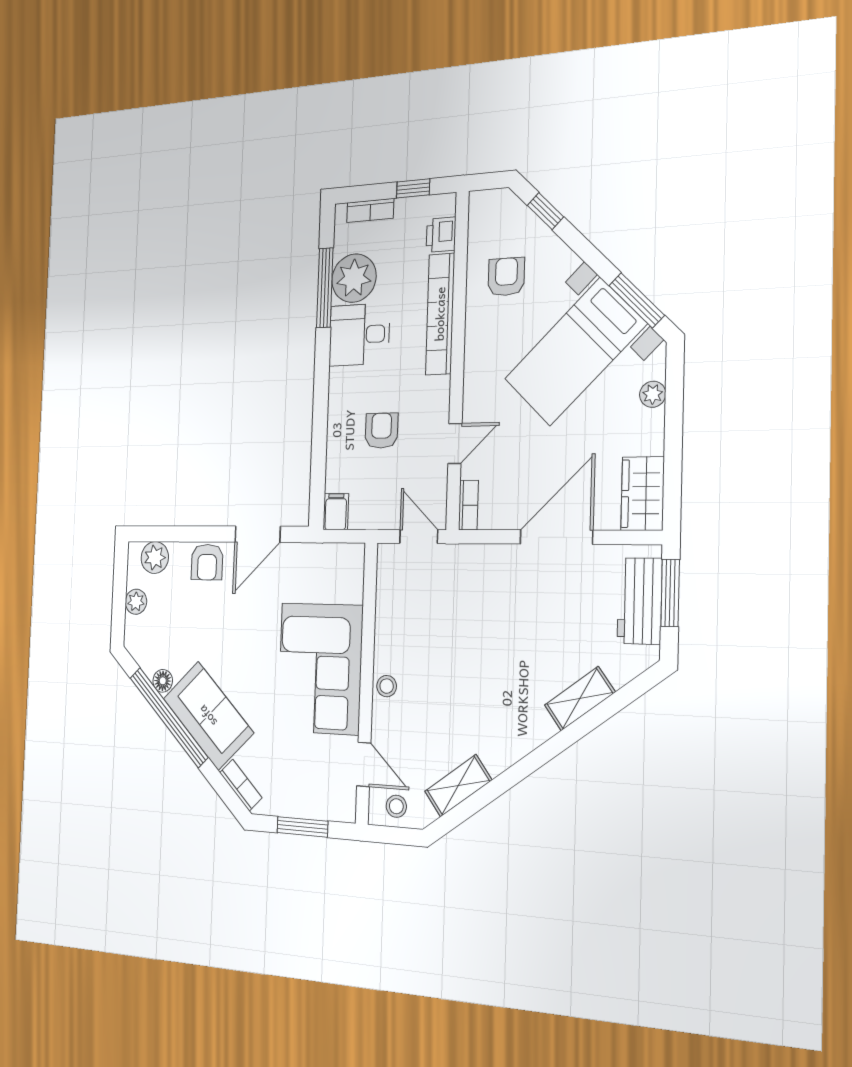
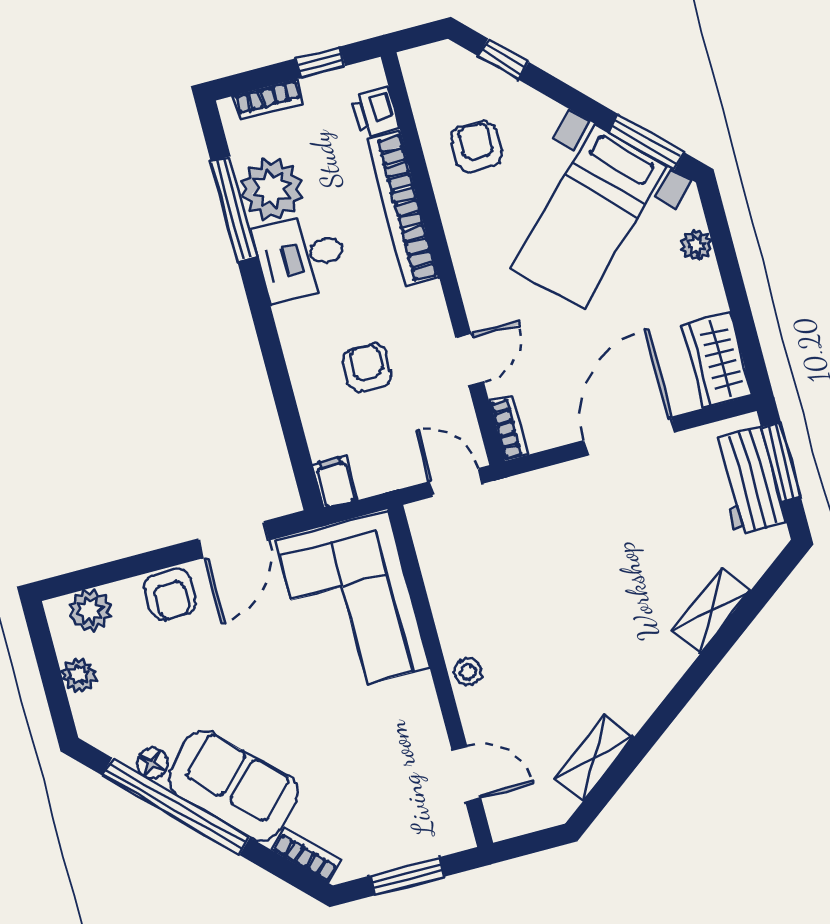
corner sofa: (320, 668) -> (353, 604), moved
stool: (396, 806) -> (523, 808), removed

